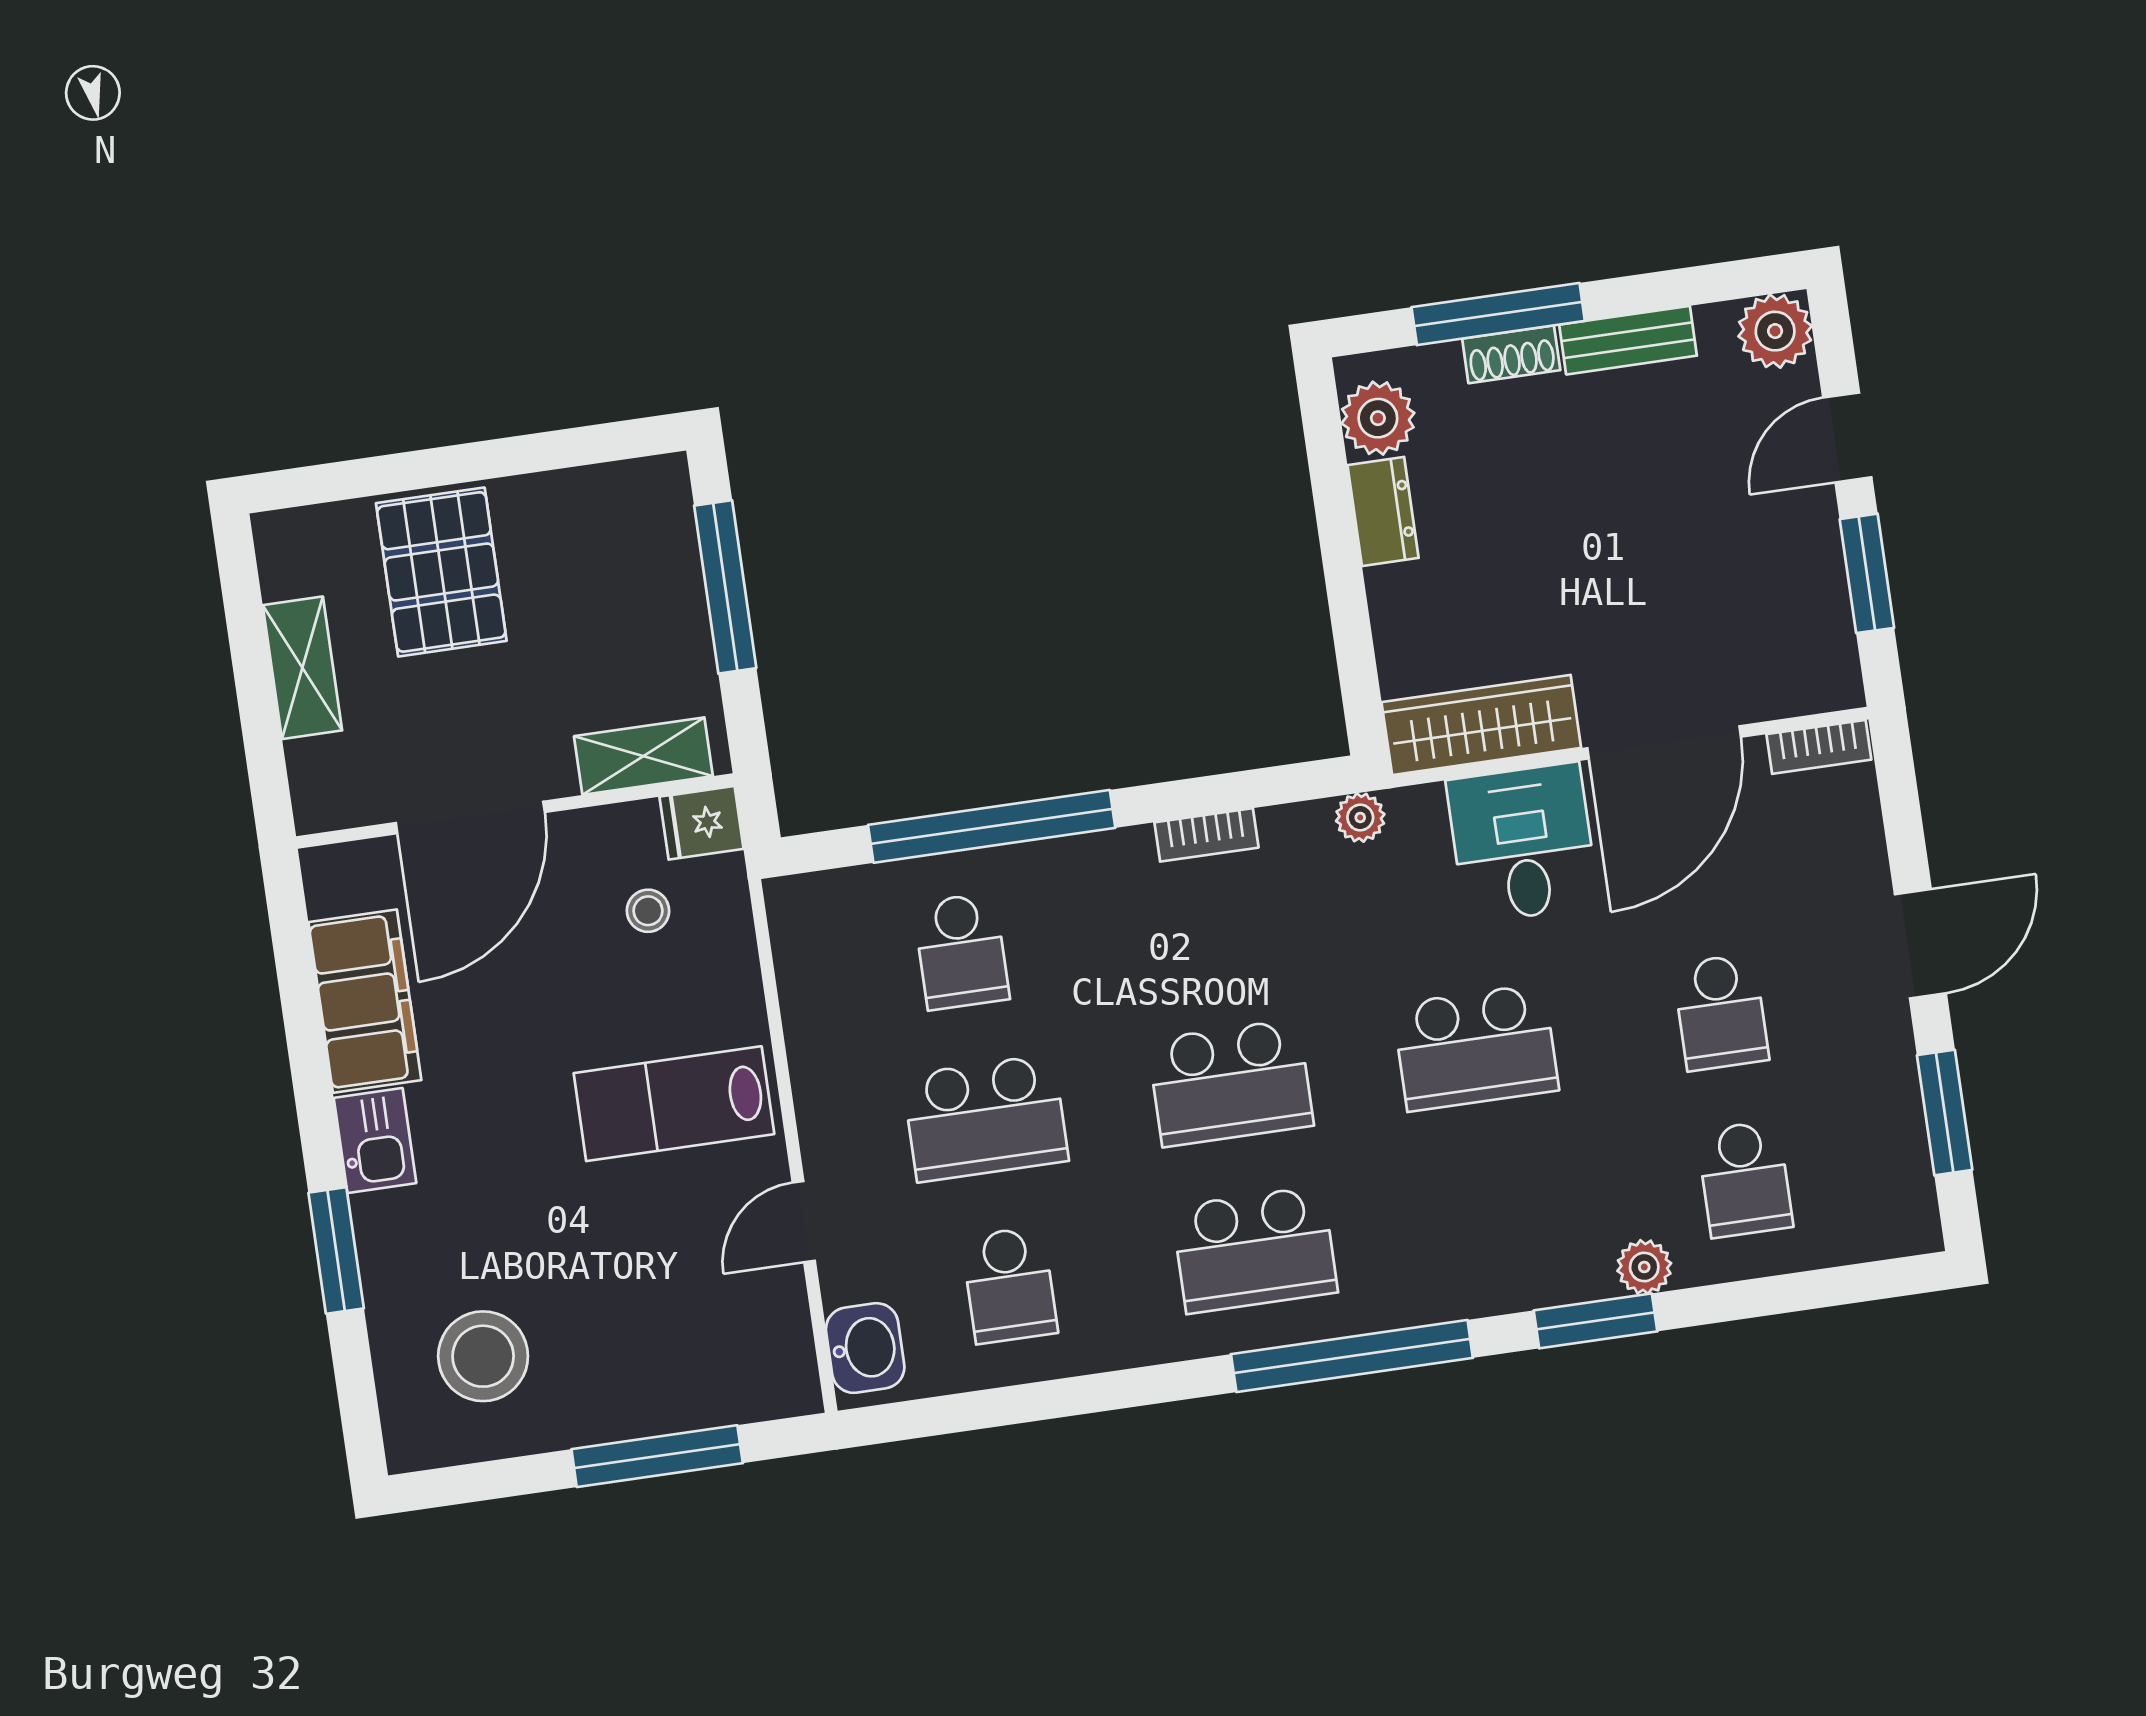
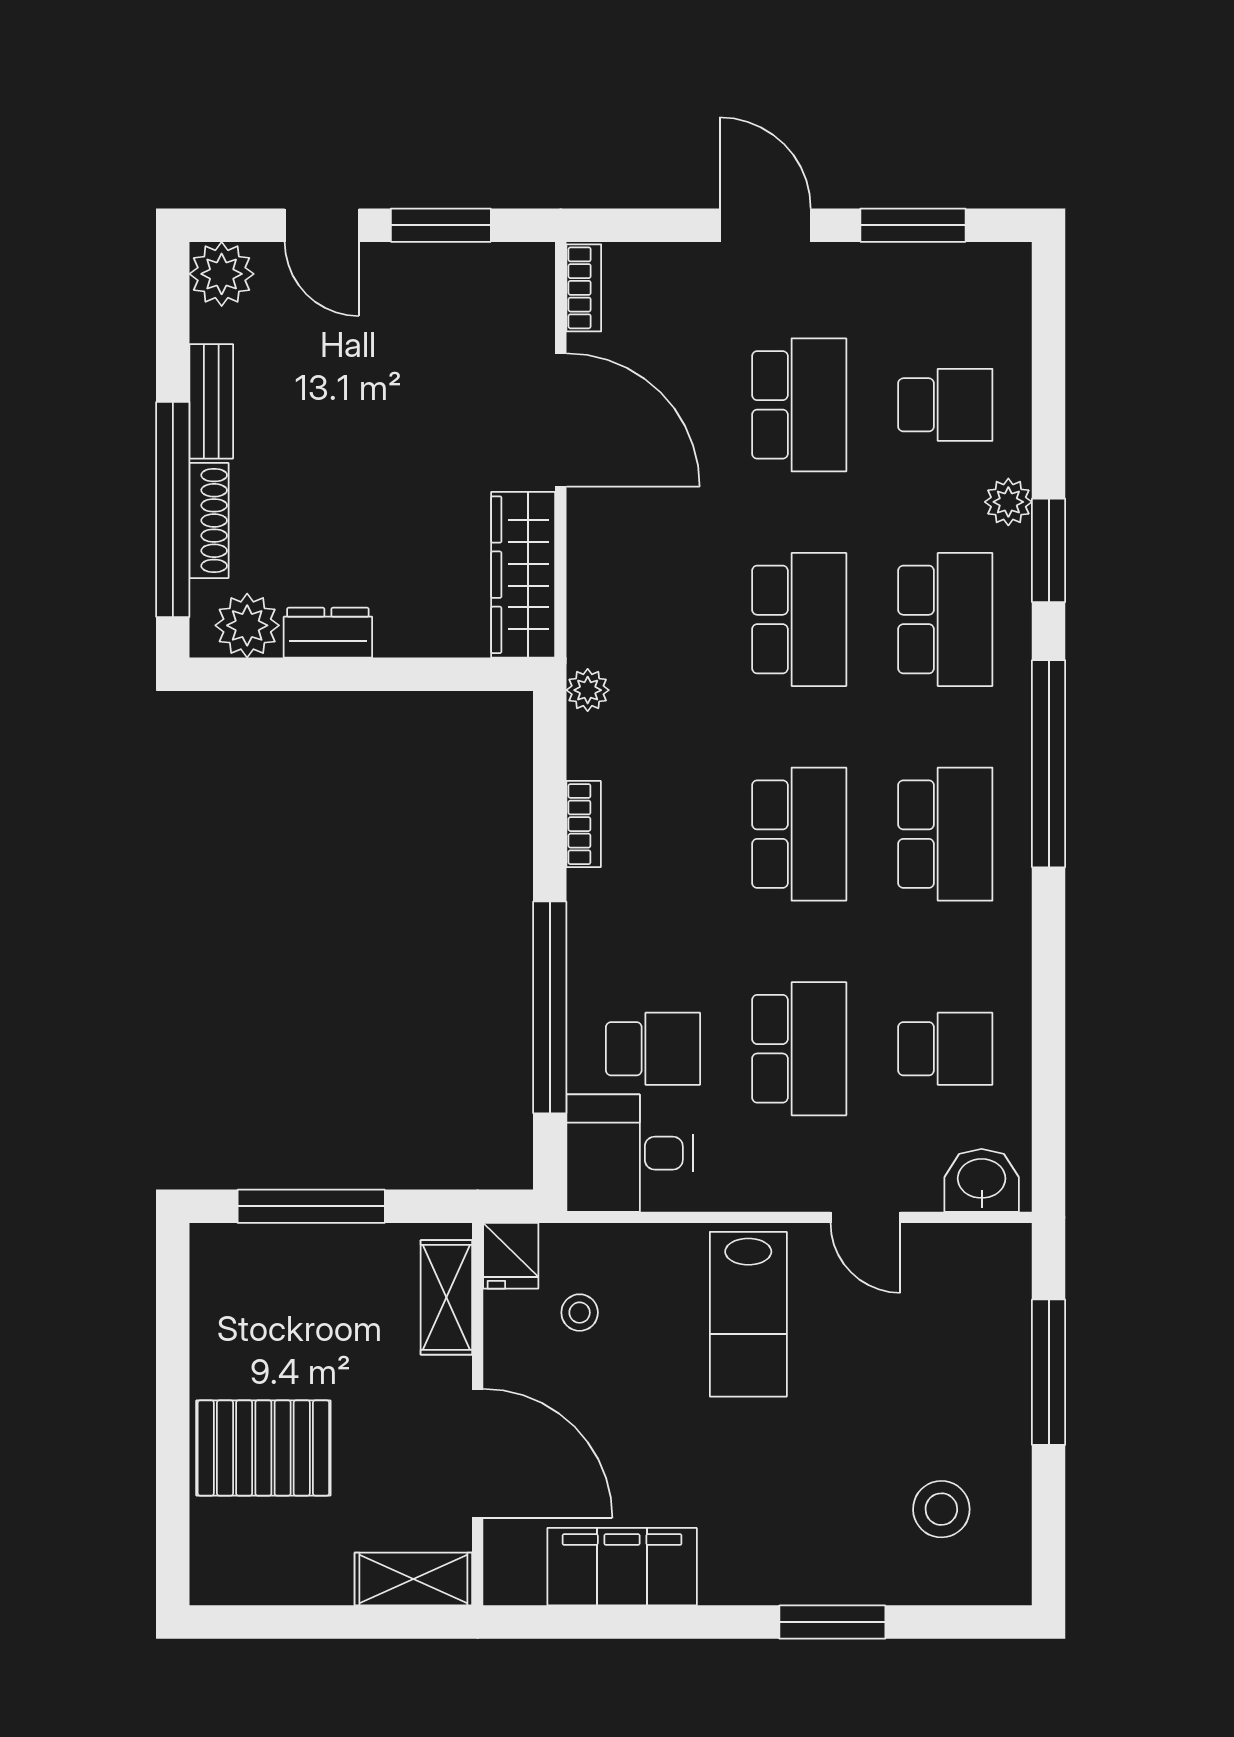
window: (1498, 314) -> (173, 509), width x1.46
shoe rack: (1511, 354) -> (209, 520), width x1.43
shelving: (302, 668) -> (413, 1579), moved
desk: (1523, 843) -> (630, 1153), moved
school desk: (1721, 1012) -> (799, 405), width x1.85
kitchen sink: (375, 1140) -> (743, 1575), removed
school desk: (1500, 1214) -> (945, 619), added
stool: (483, 1356) -> (941, 1509), width x0.73, depth x0.73

